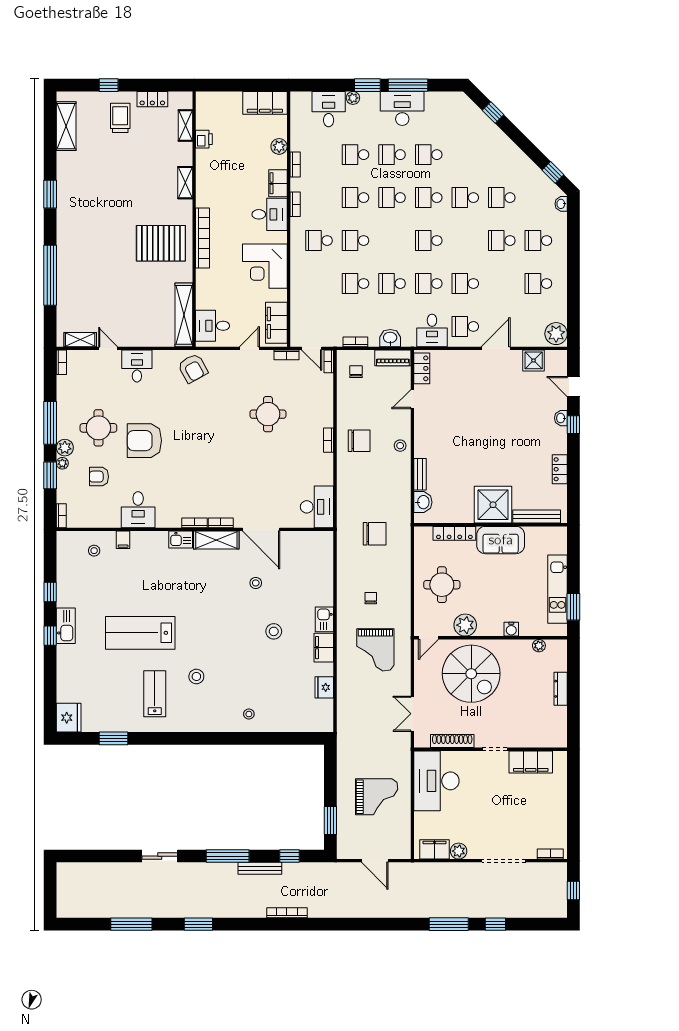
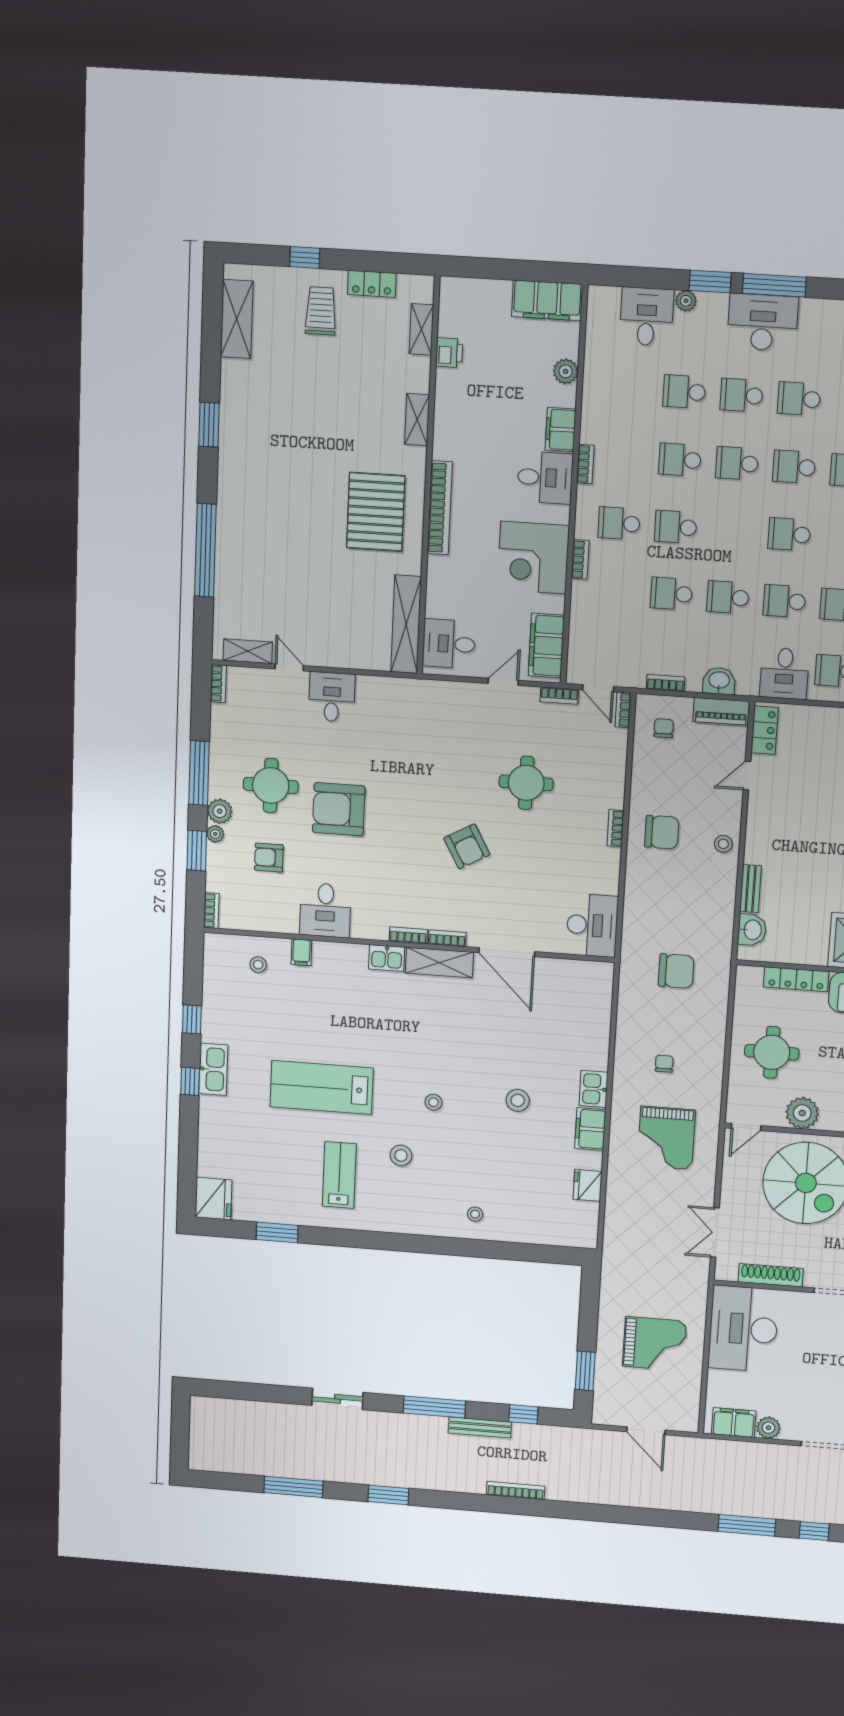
bookcase: (295, 164) -> (580, 559), moved
pallet: (161, 243) -> (376, 512), turned 90
armchair: (193, 368) -> (467, 846), moved
stool: (256, 583) -> (433, 1102), moved

